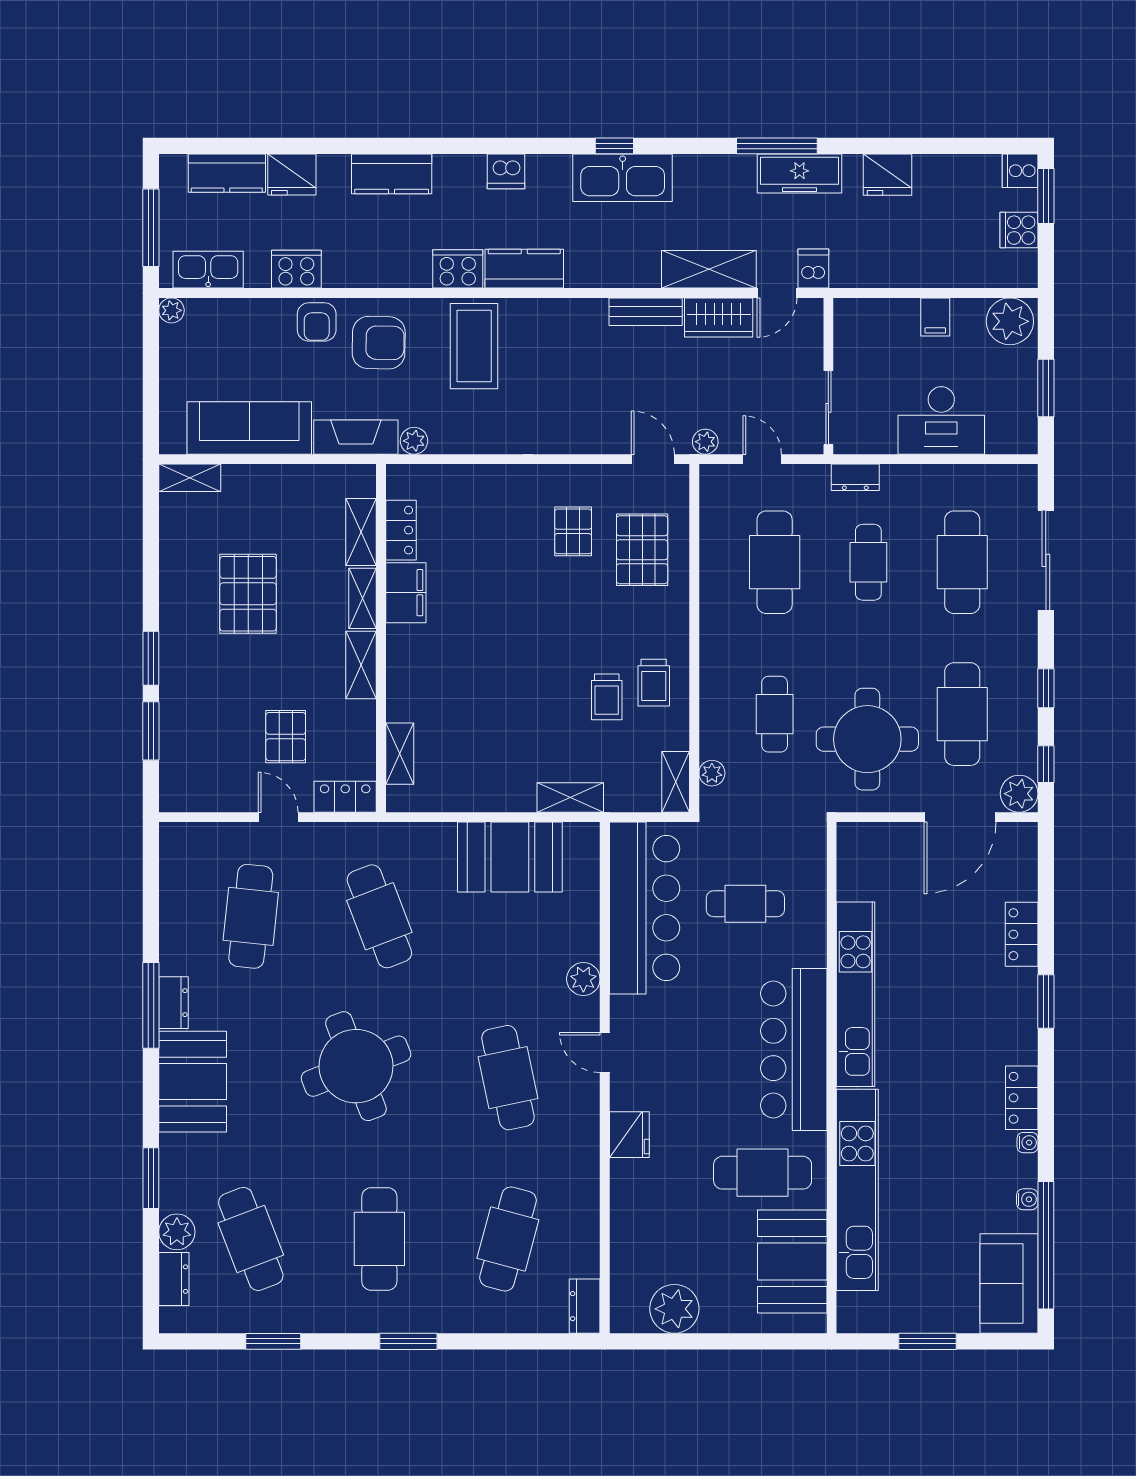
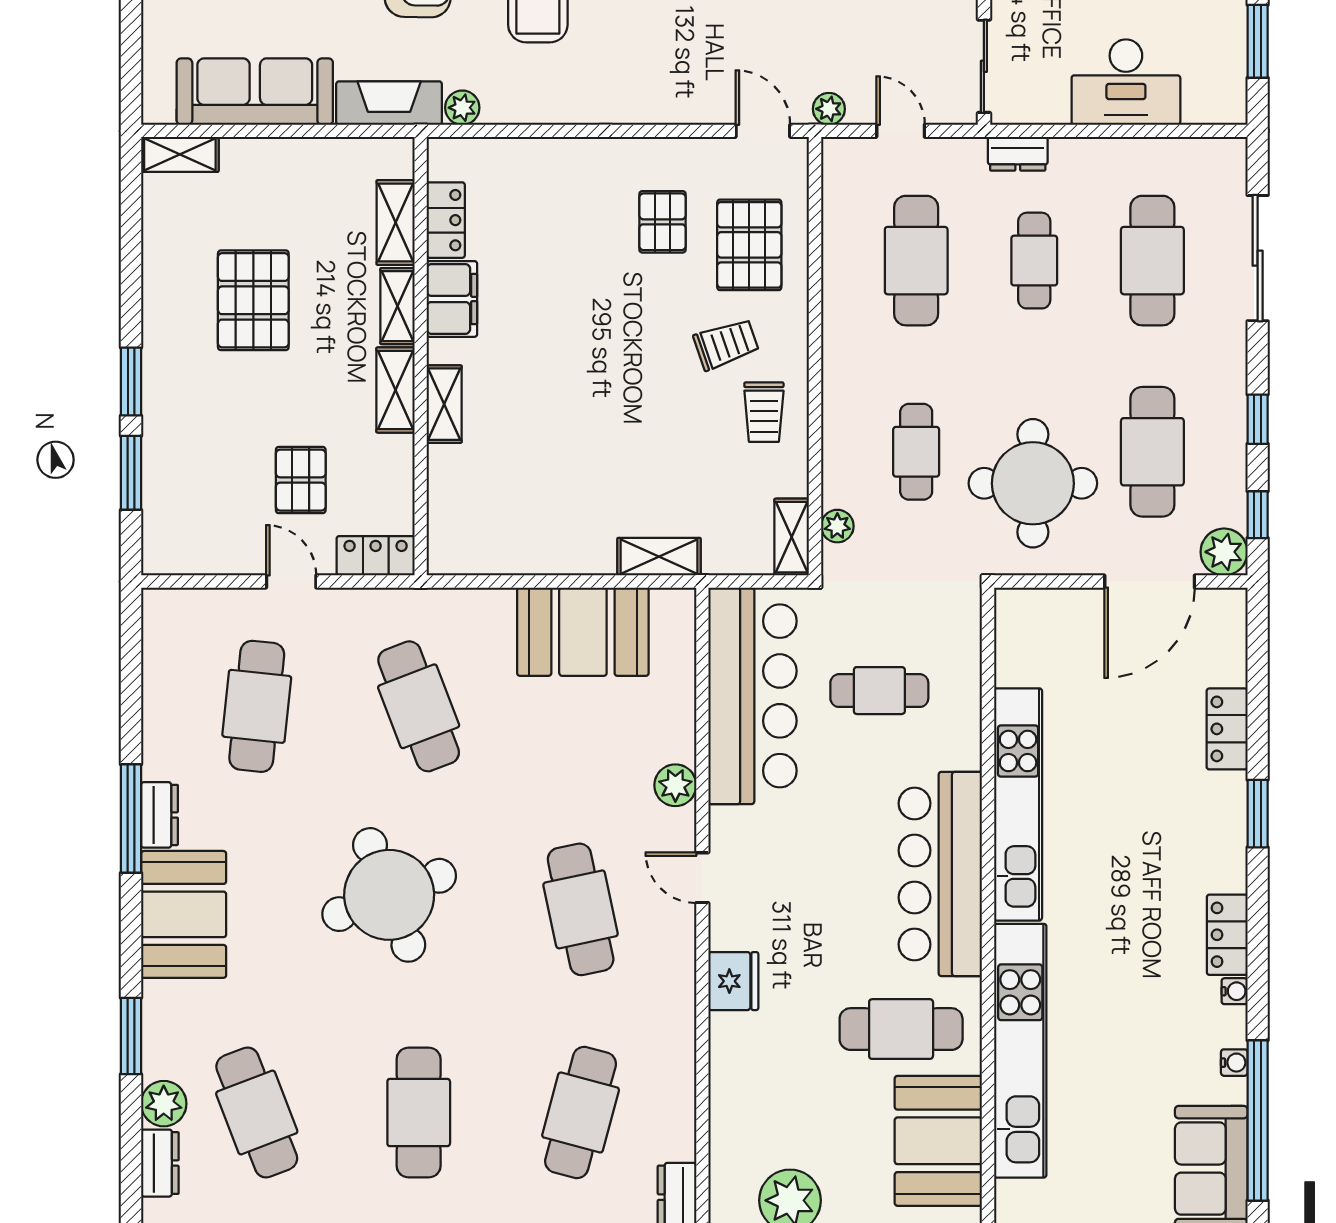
trolley: (607, 697) -> (726, 344), moved, turned -109
shelving: (400, 754) -> (444, 404), moved

